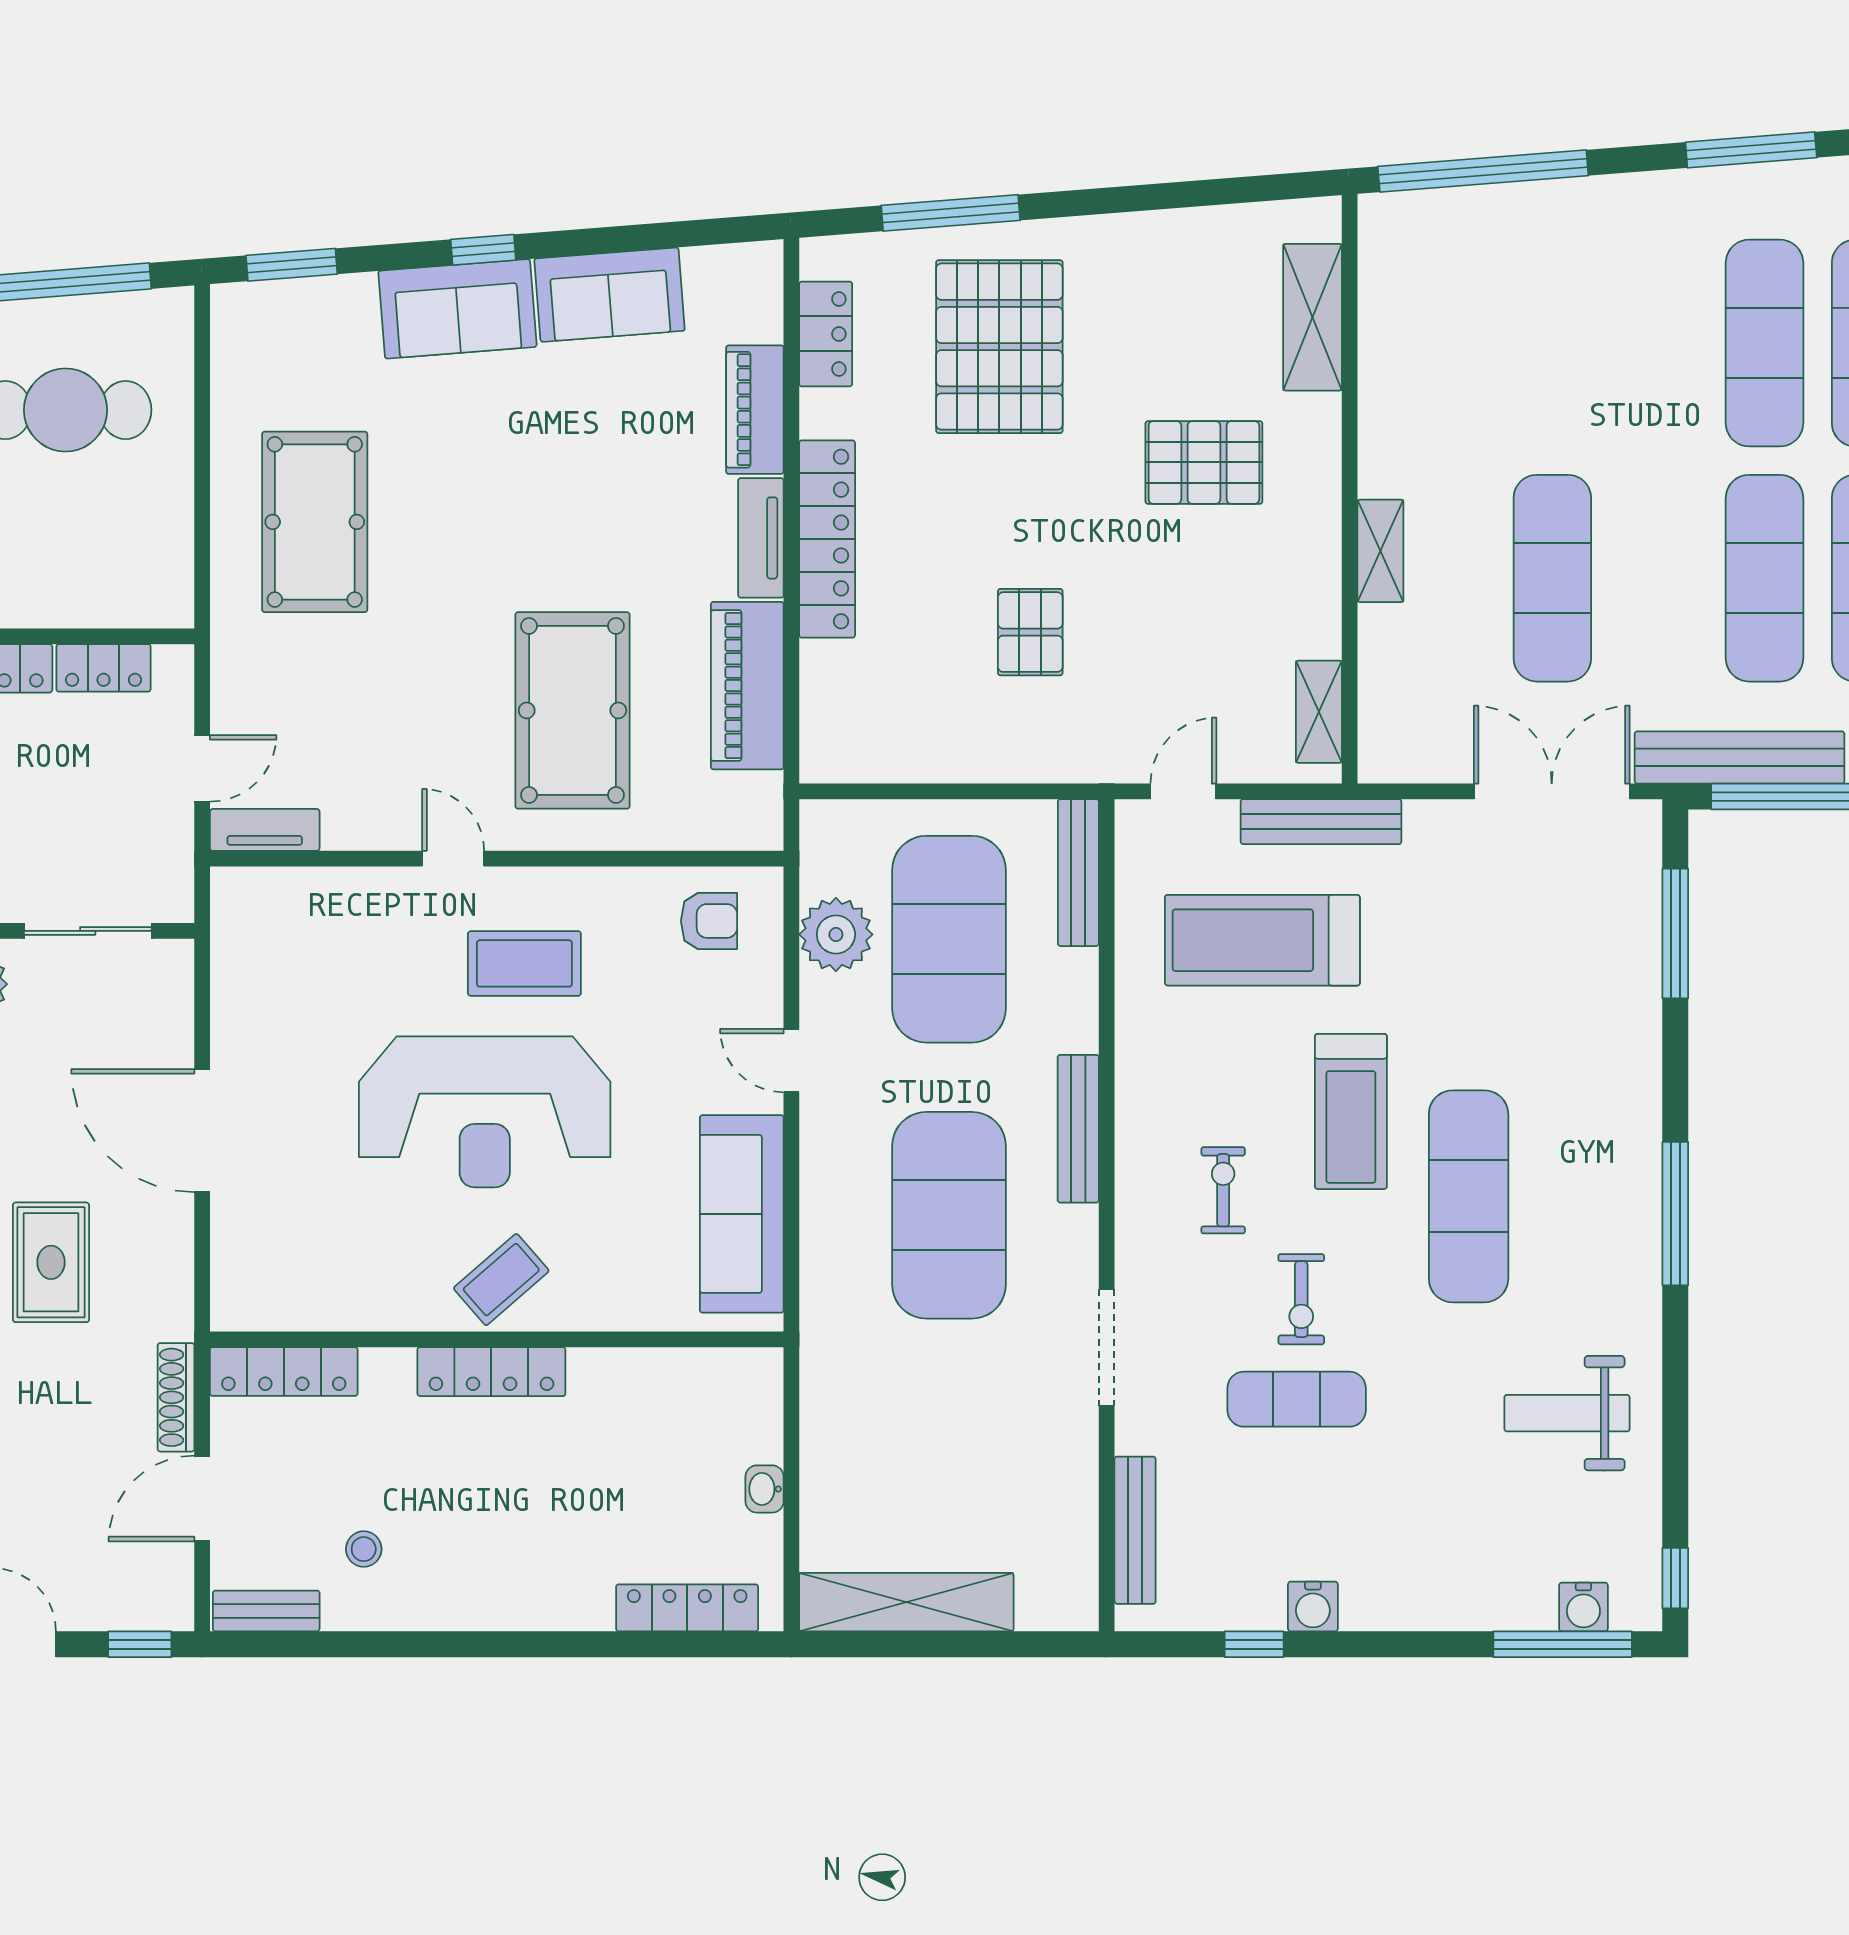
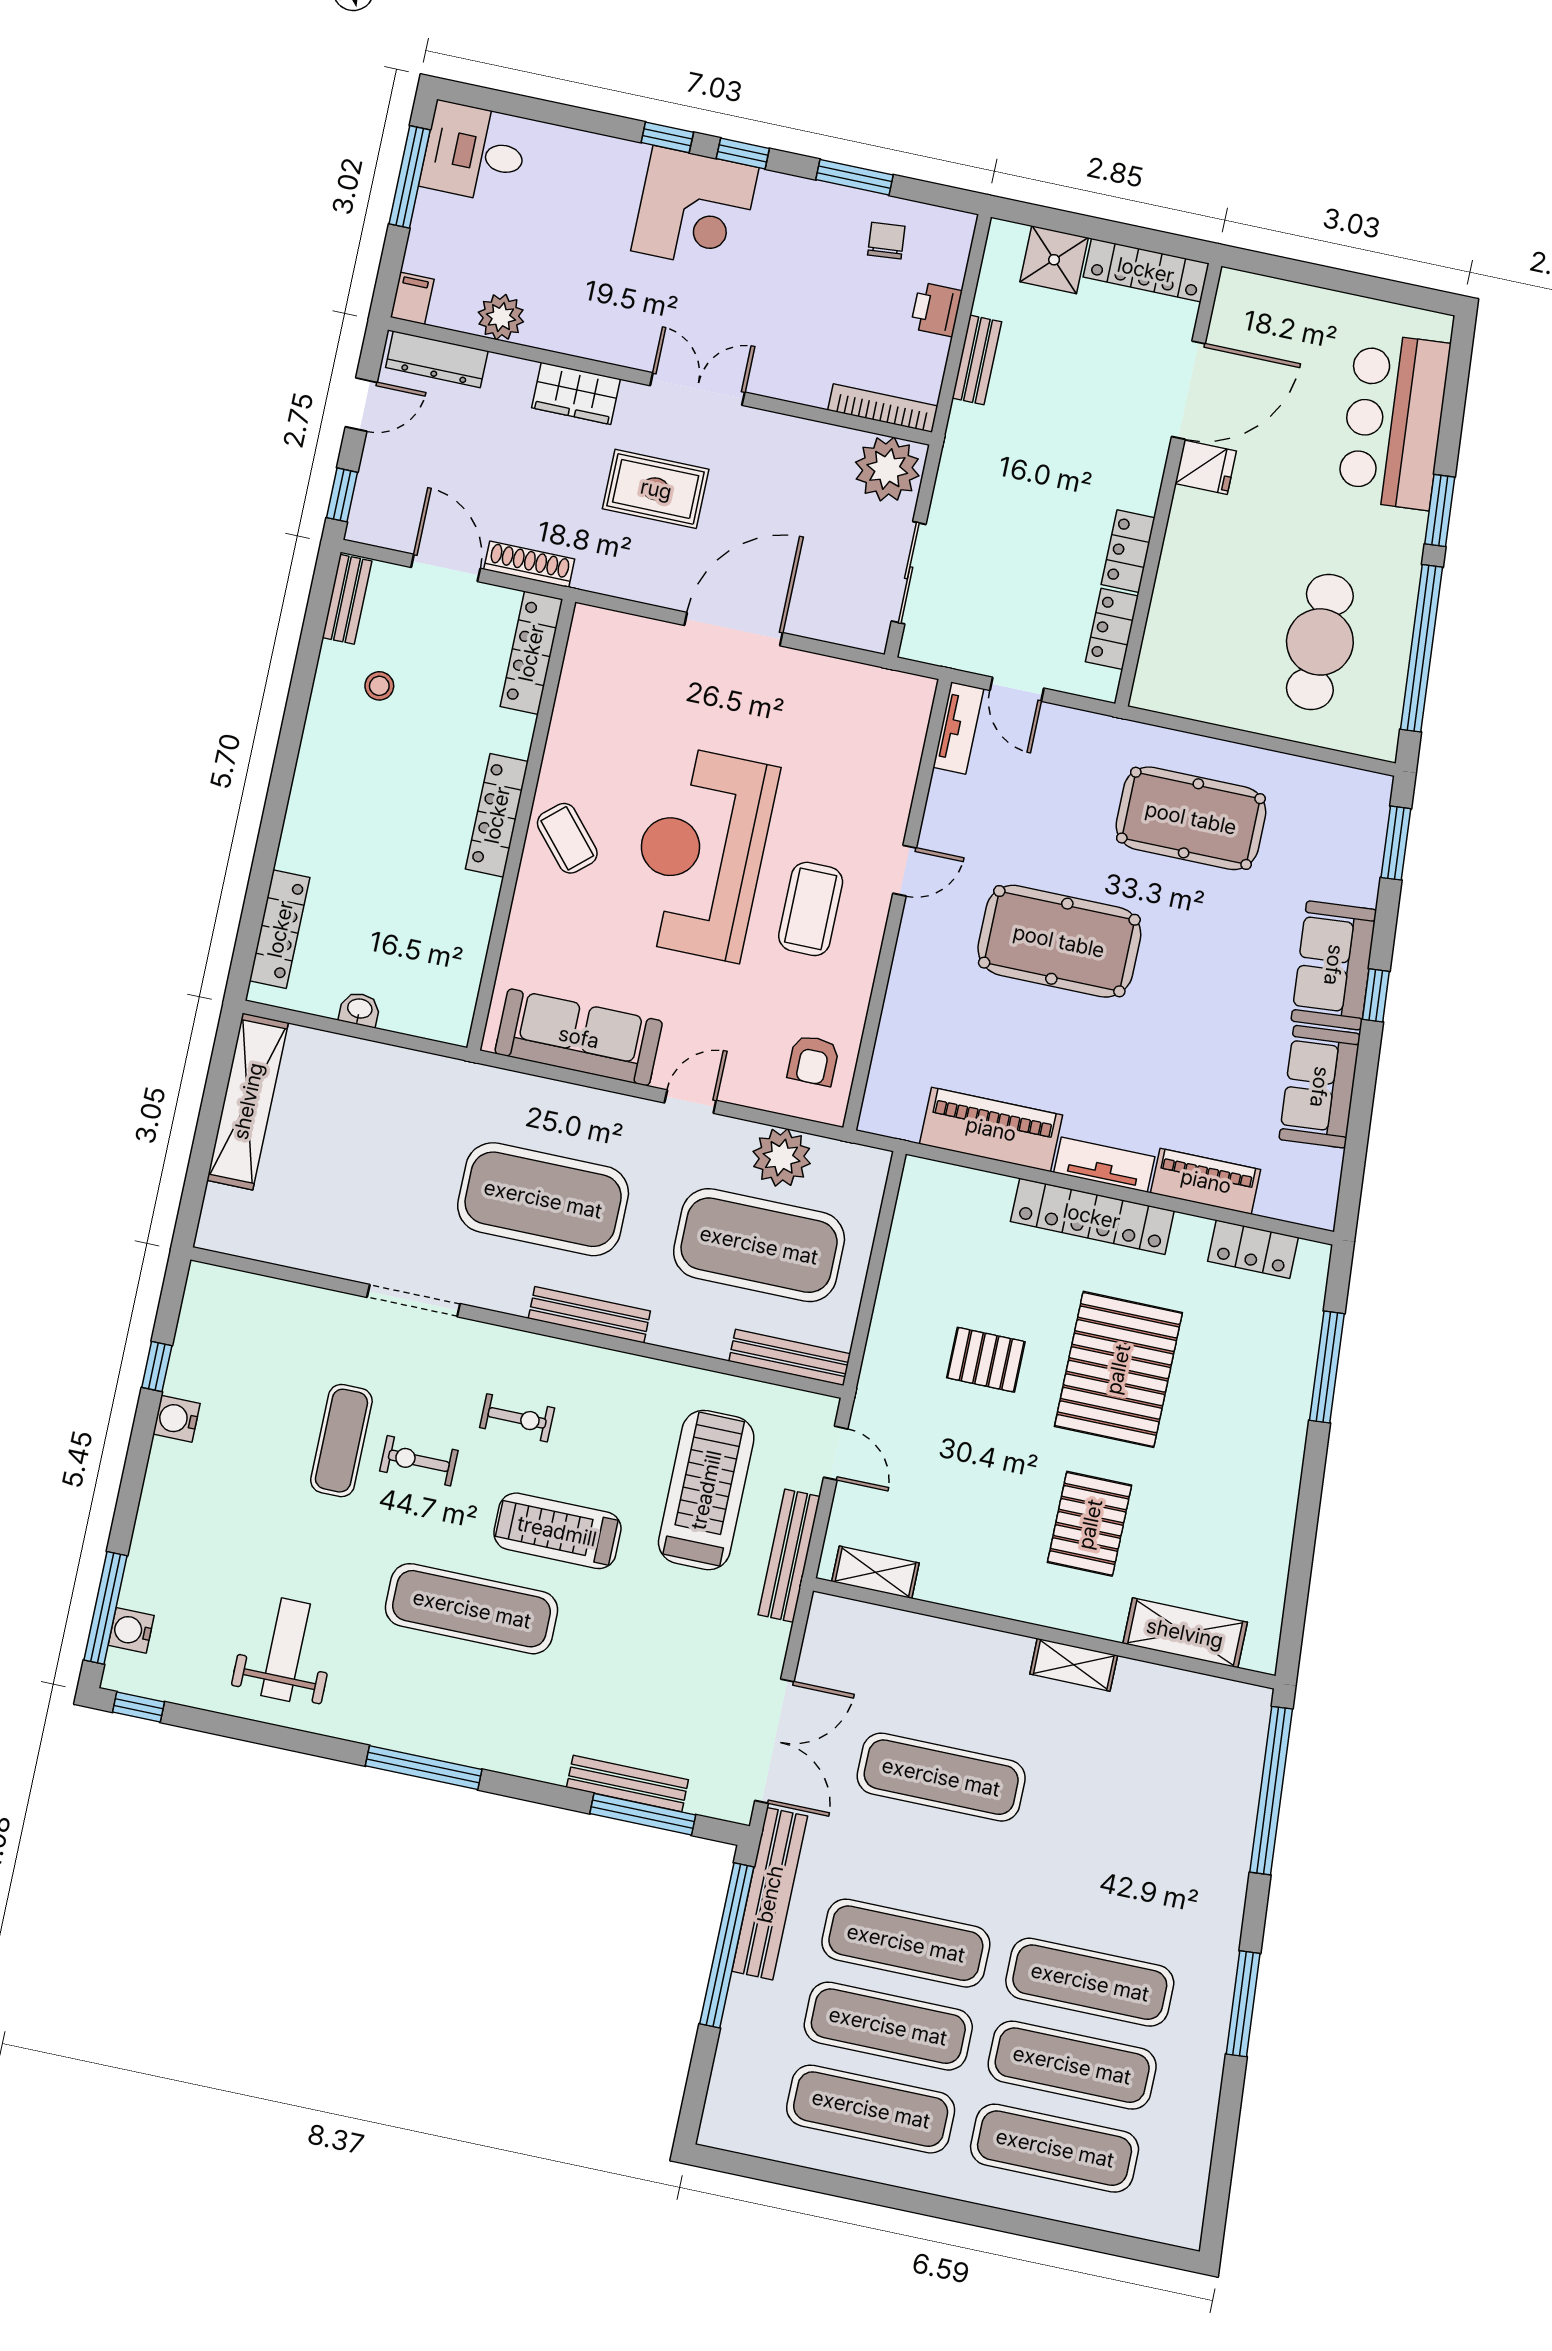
pallet: (999, 347) -> (1118, 1369), moved, turned 90
shelving: (1380, 551) -> (1074, 1665), moved
pool table: (572, 710) -> (1059, 941), moved
bench: (1135, 1530) -> (627, 1784), moved

